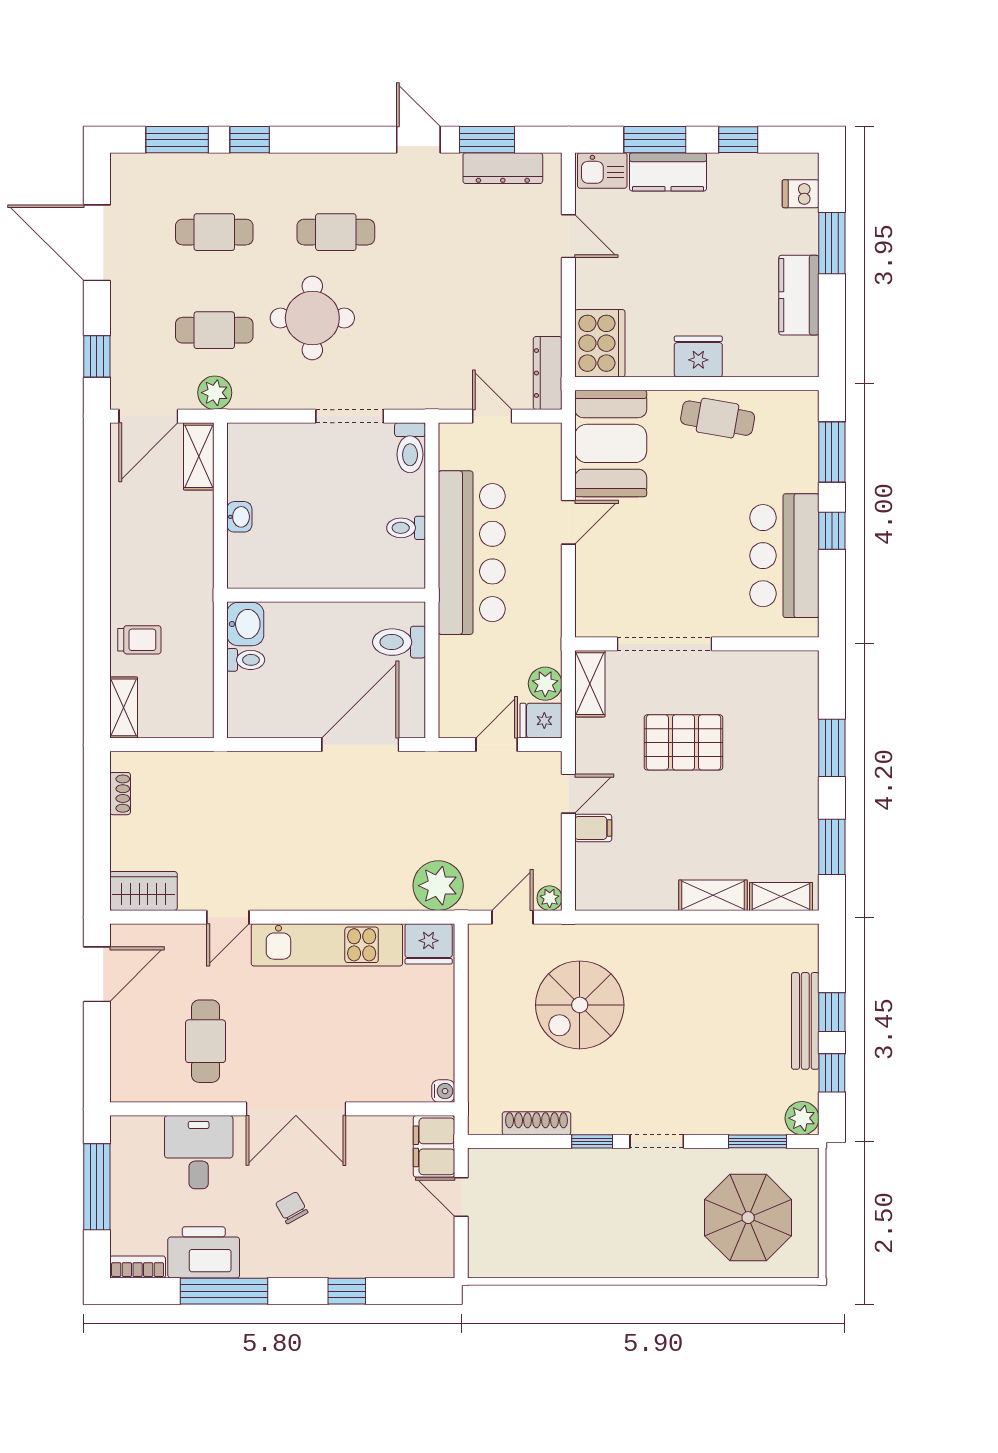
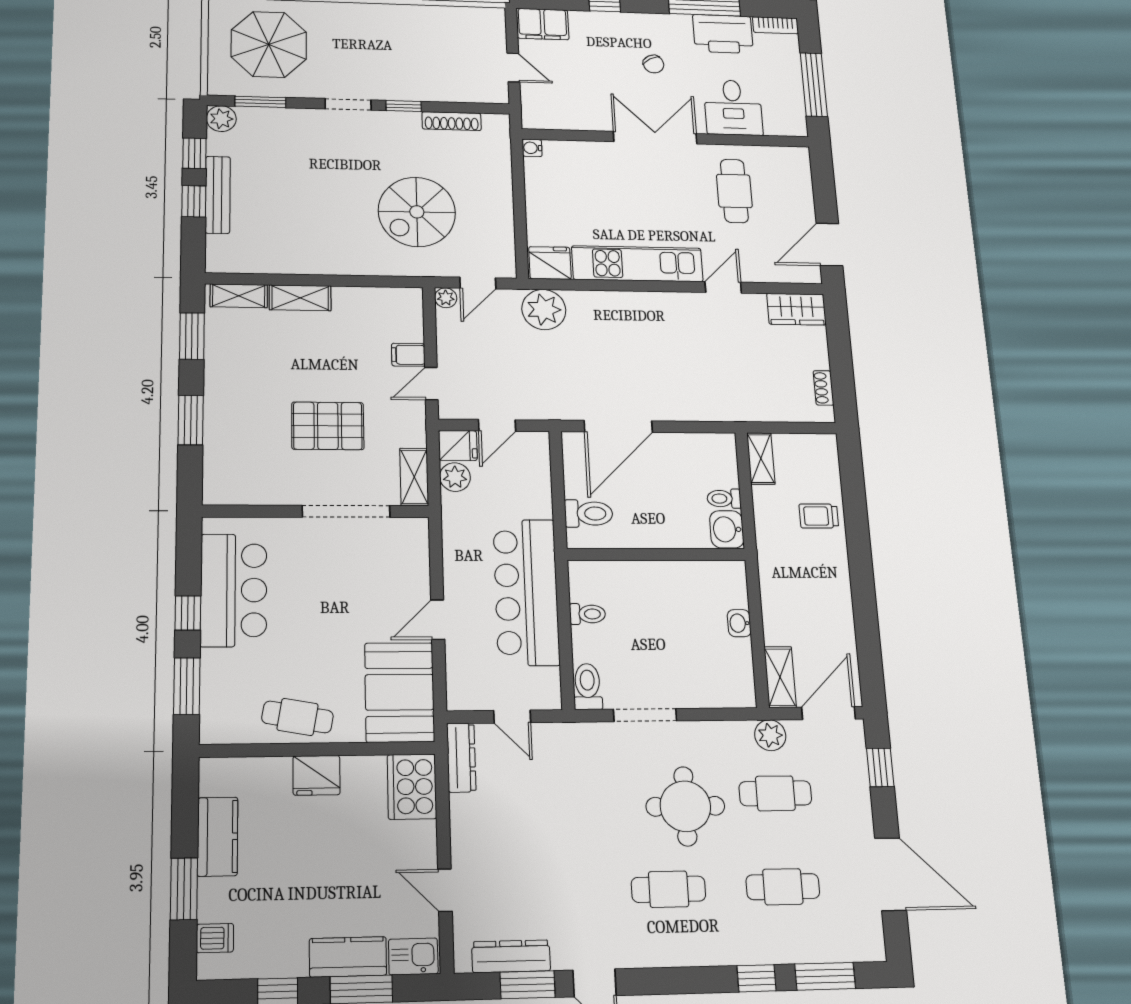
shelving: (124, 707) -> (761, 459), moved
spiral stairs: (580, 1005) -> (417, 212), turned 180
filing cabinet: (434, 1146) -> (543, 24), moved, turned 90

